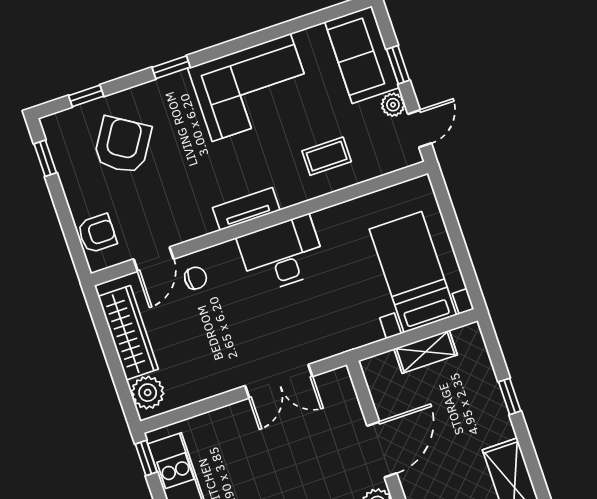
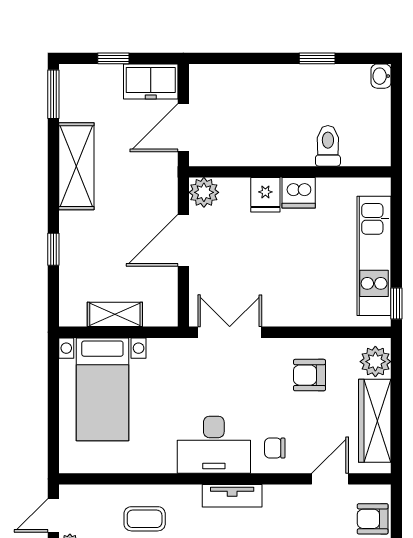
chair: (196, 278) -> (275, 448), moved
armchair: (209, 357) -> (309, 375), added
double door: (279, 381) -> (230, 332), moved

